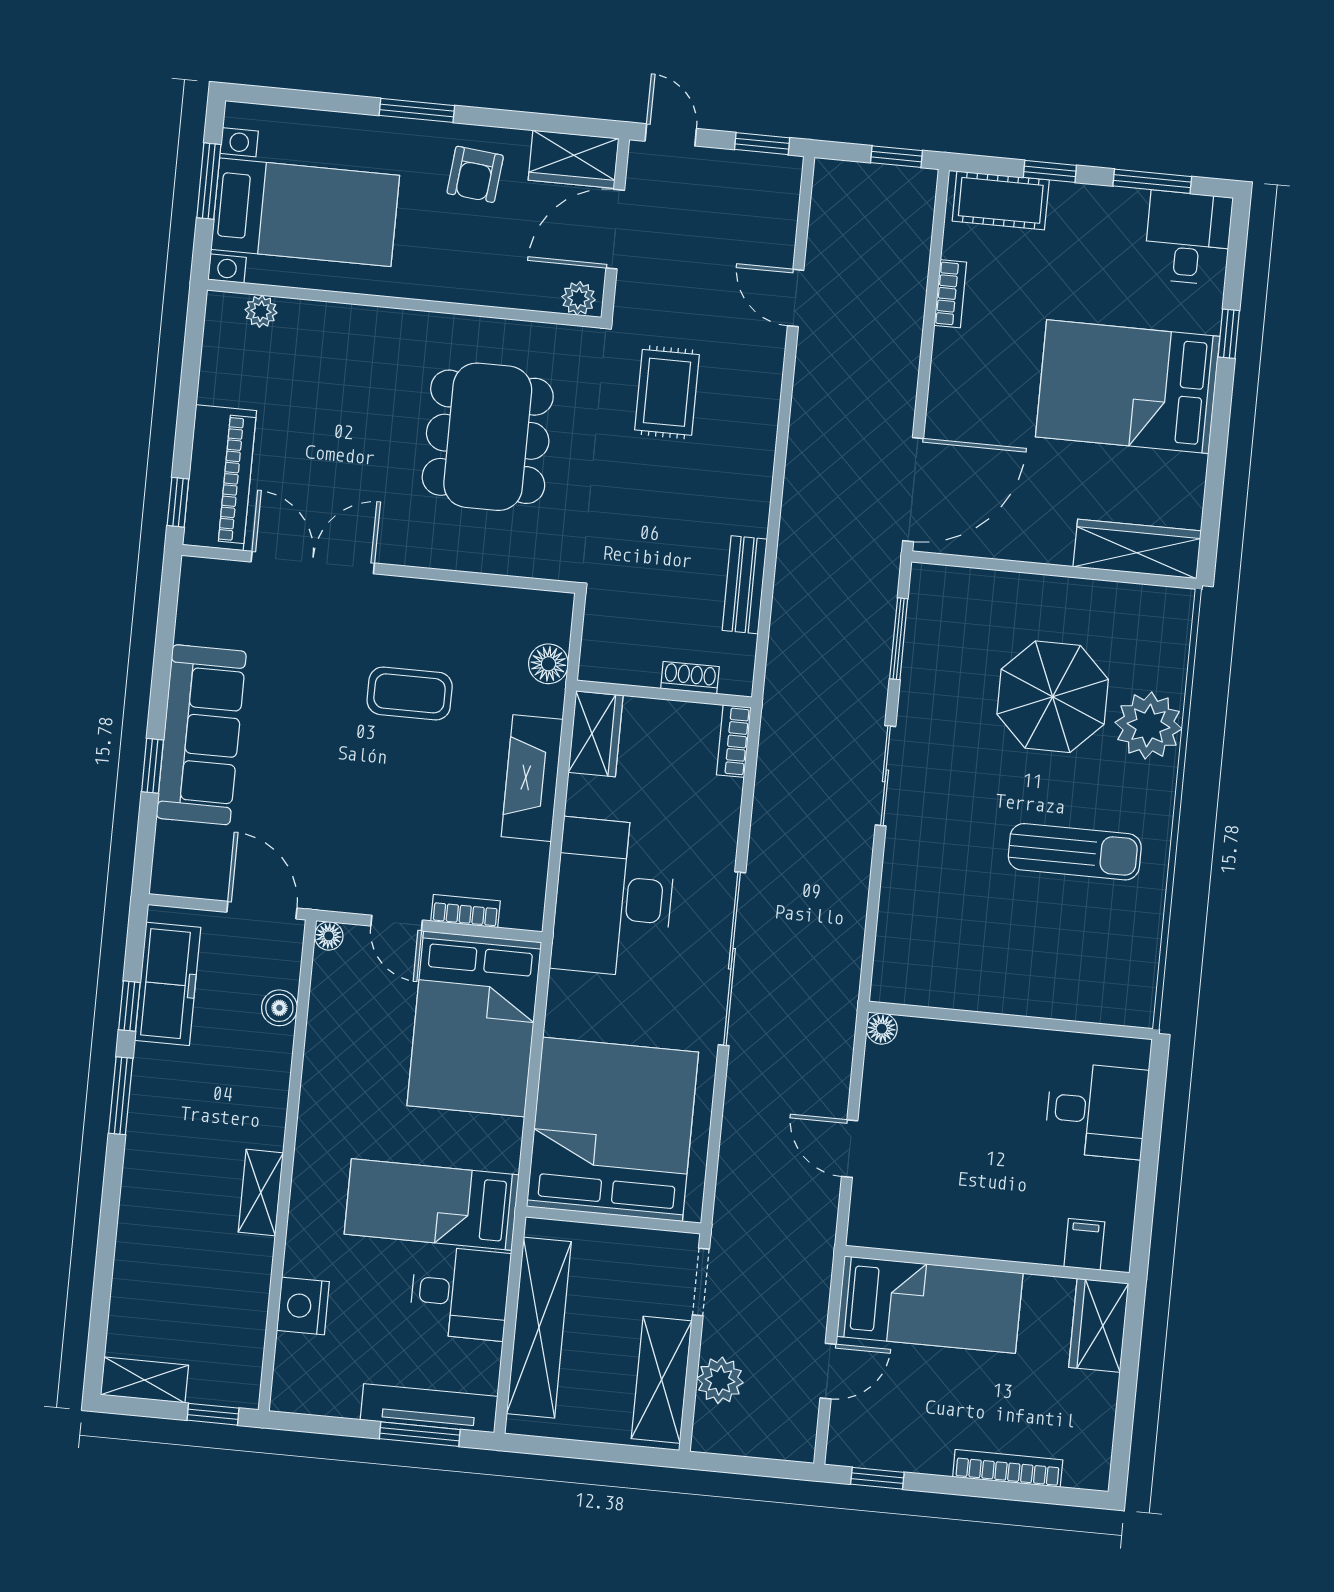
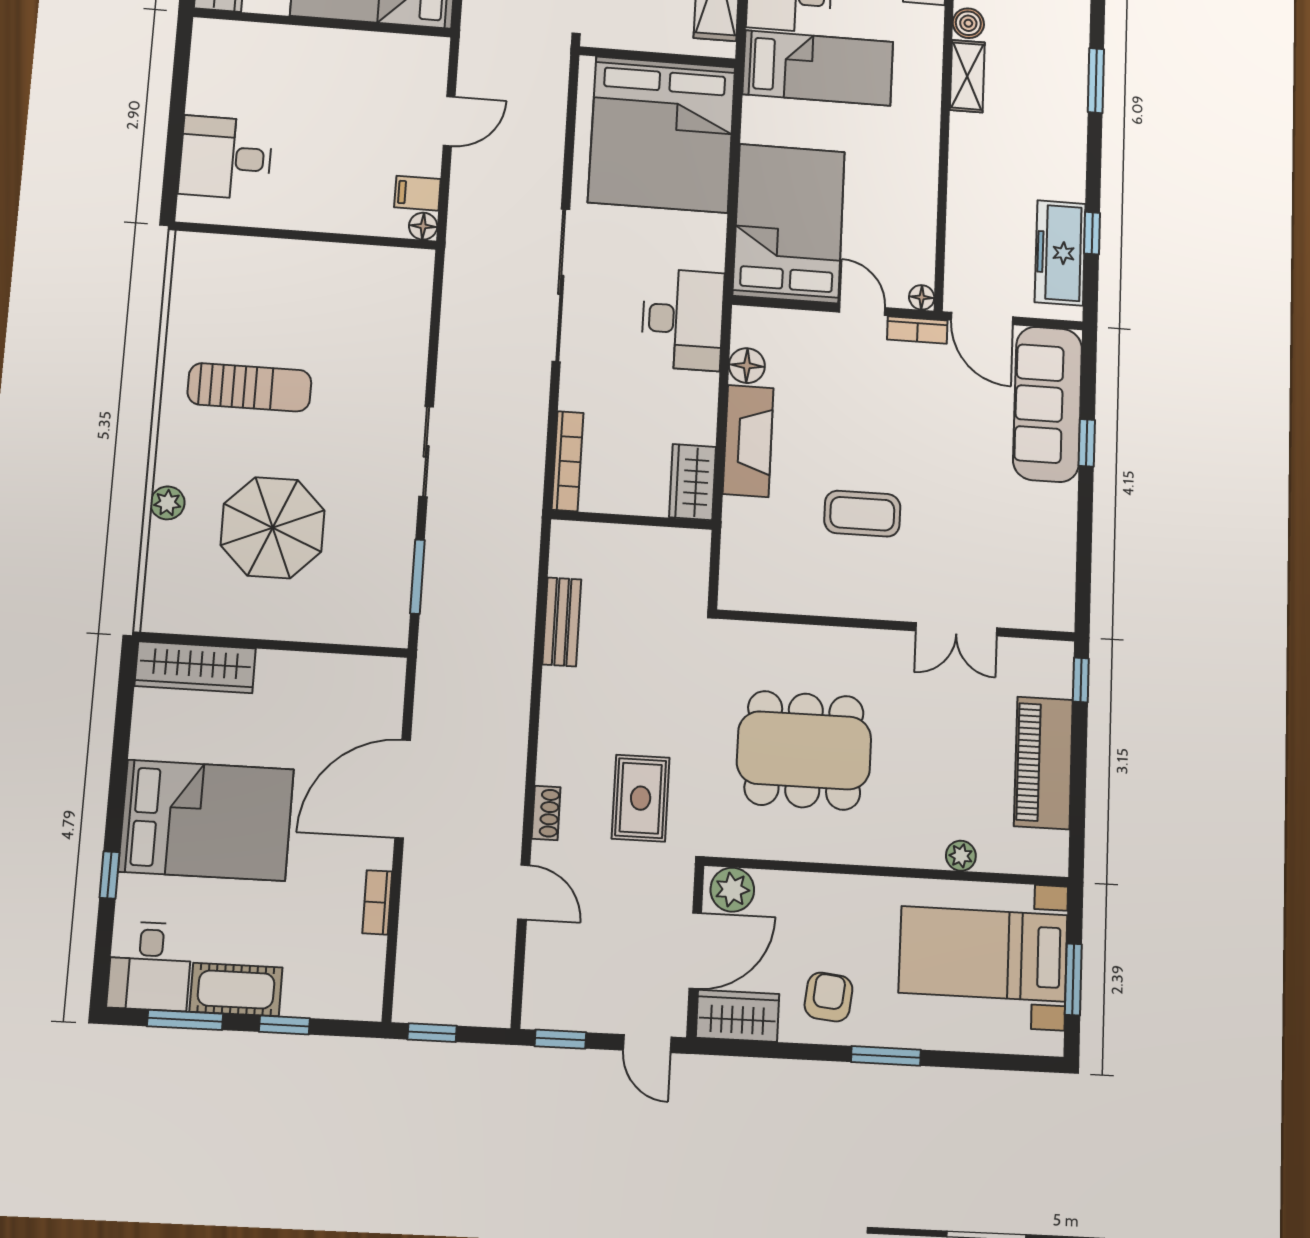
cot: (1001, 200) -> (236, 990), moved
plant: (578, 298) -> (732, 890), width x1.38, depth x1.38
plant: (261, 311) -> (961, 856), moved
dining table: (488, 437) -> (804, 750), turned 90
piano: (219, 478) -> (1043, 763), moved
door: (913, 490) -> (403, 789), moved
double door: (313, 562) -> (956, 629), width x0.73
floor lamp: (548, 664) -> (747, 366), moved
shoe rack: (690, 678) -> (546, 813), moved, turned -90
plant: (1148, 726) -> (167, 503), width x0.53, depth x0.53
sofa: (201, 735) -> (1048, 404), moved
bookcase: (734, 741) -> (568, 461), width x1.56
sun lounger: (1075, 852) -> (250, 387), turned 180
desk: (613, 898) -> (683, 319), width x0.73, depth x0.77
bookcase: (465, 911) -> (917, 330), moved
boiler: (279, 1008) -> (968, 23), moved
window: (121, 1096) -> (1096, 81), moved
door: (850, 1149) -> (449, 121), hinge flipped
filing cabinet: (1084, 1244) -> (417, 193), moved, turned 90

